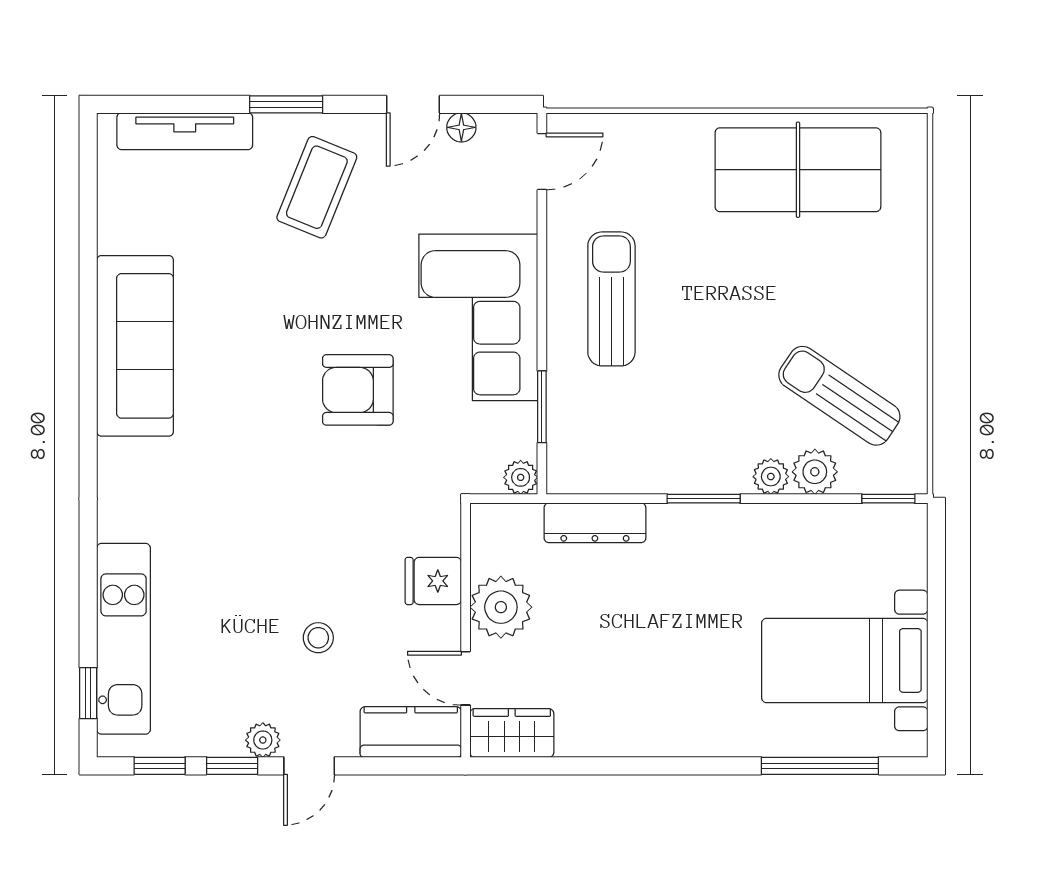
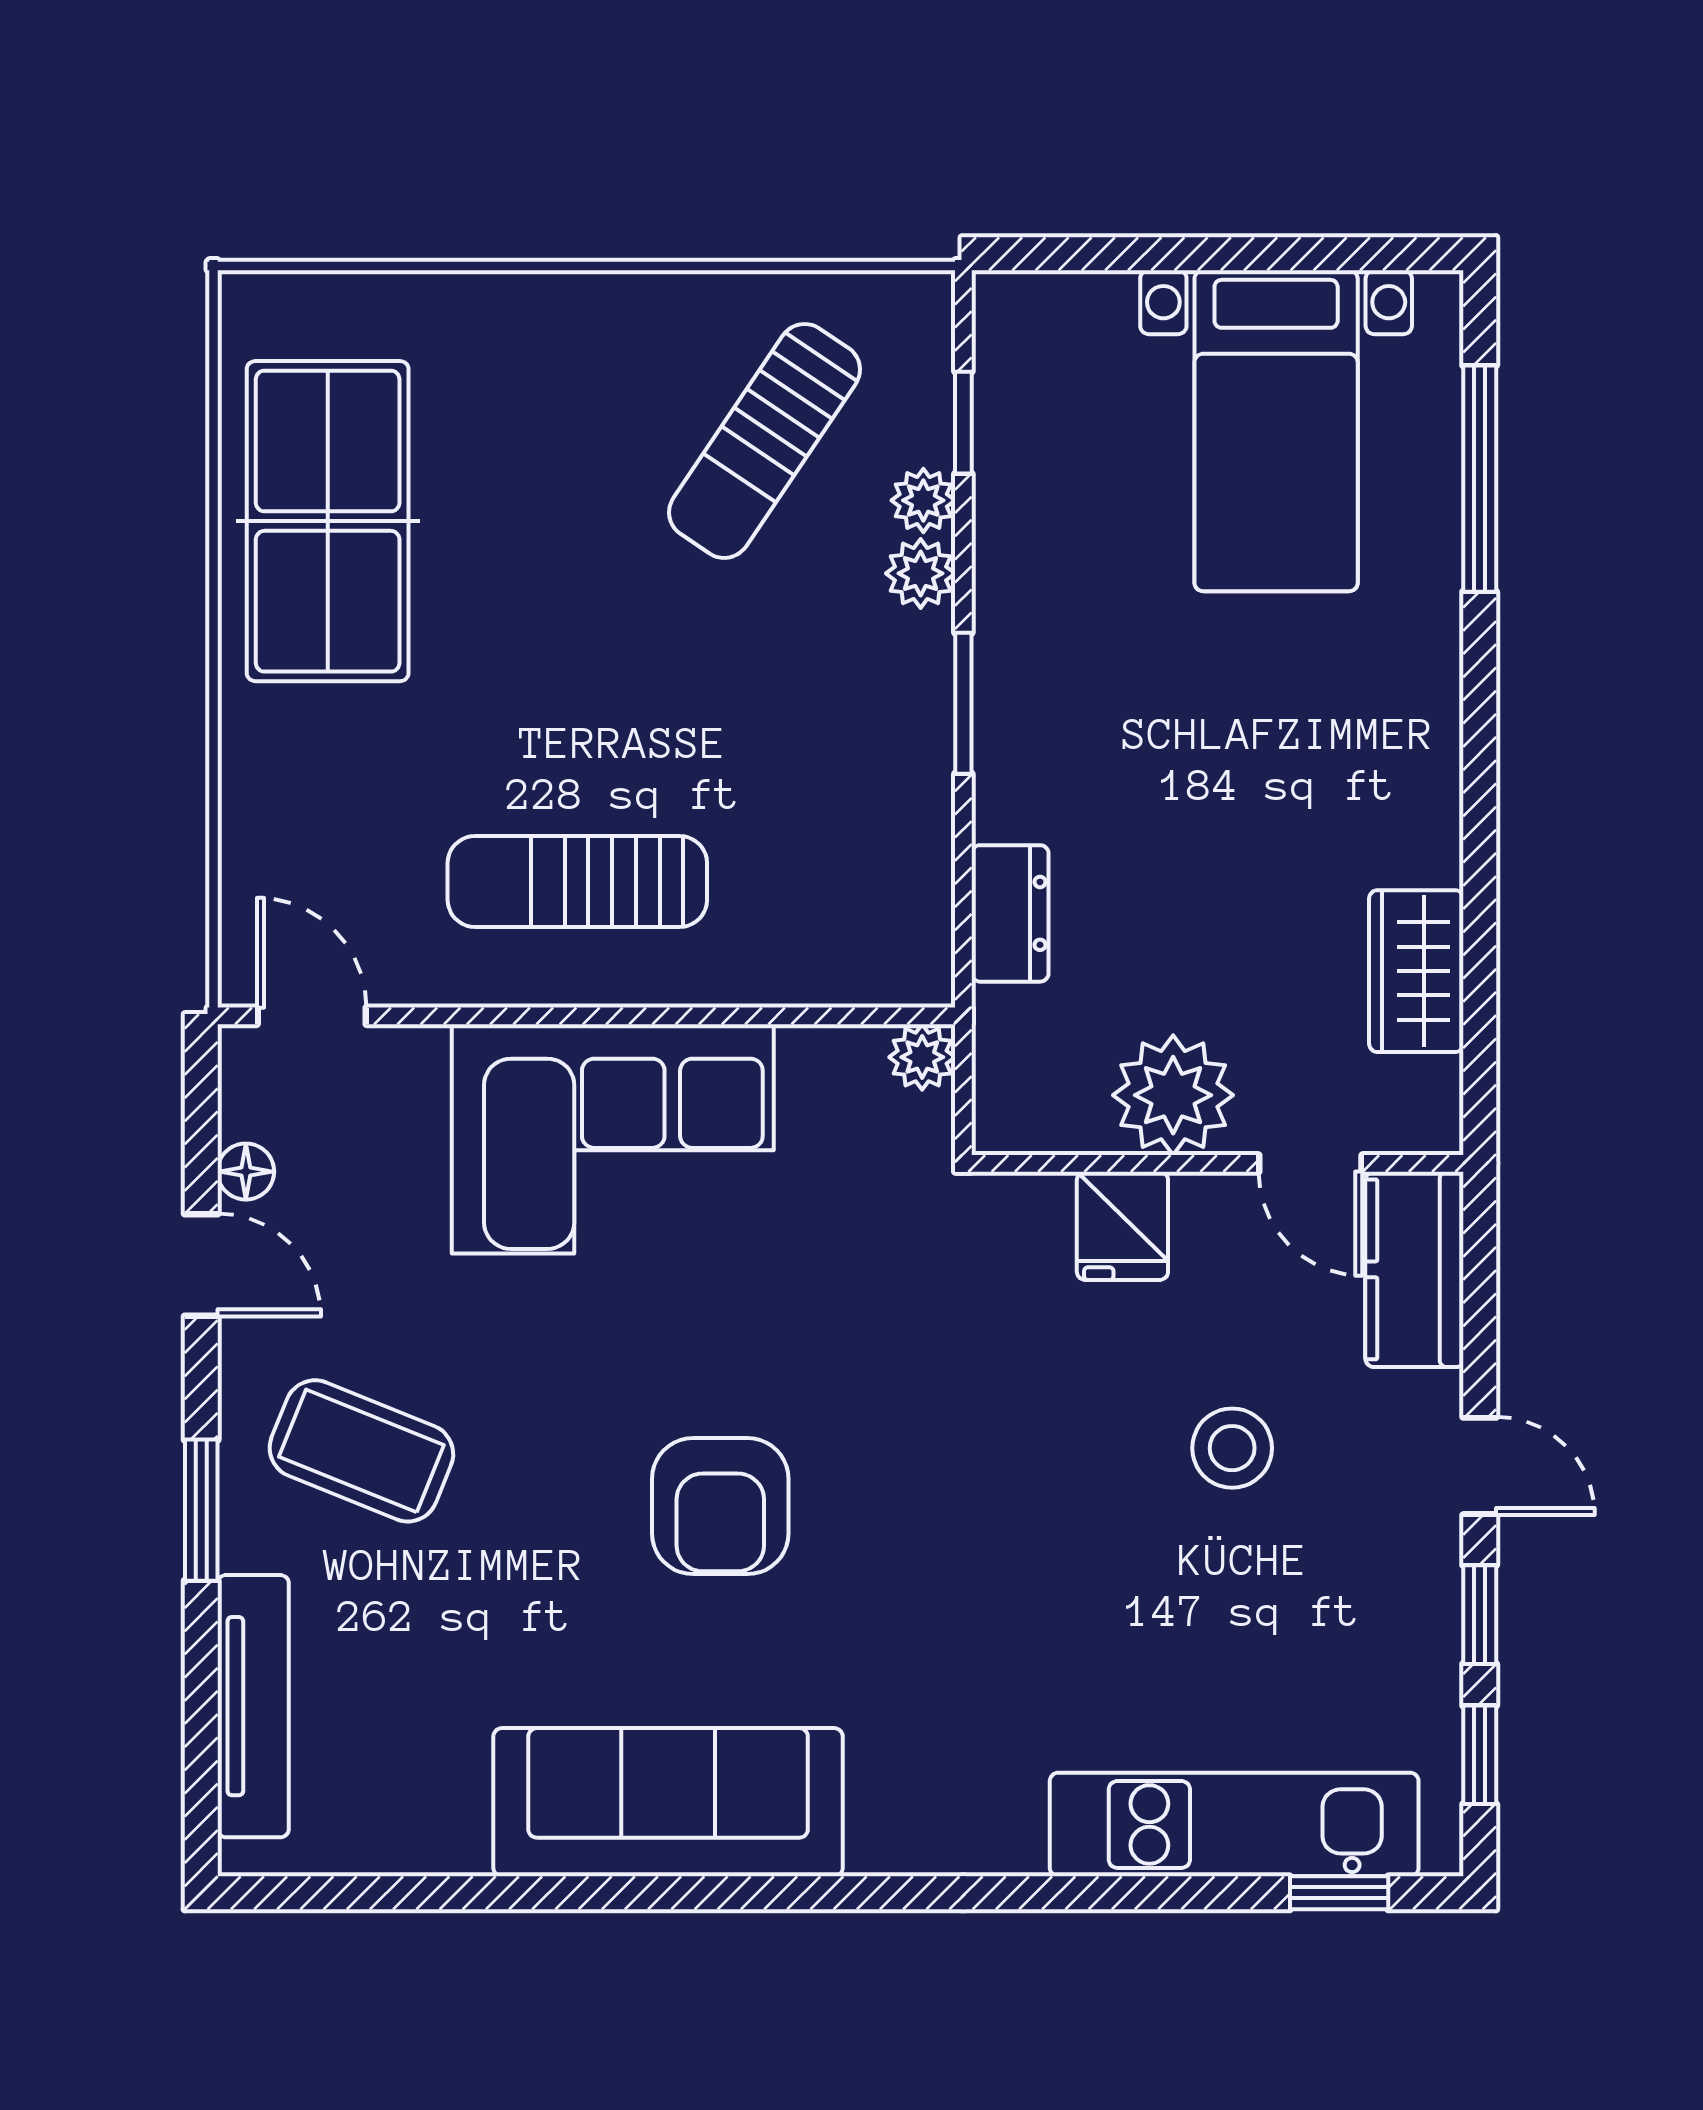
armchair: (358, 390) -> (720, 1506), moved
window: (542, 407) -> (786, 1016), removed
plant: (815, 472) -> (923, 500), width x0.73, depth x0.73
window: (888, 499) -> (963, 423), moved
dresser: (595, 523) -> (1010, 913), width x0.70
stool: (318, 638) -> (1232, 1448), width x1.37, depth x1.37
door: (466, 678) -> (1310, 1163), hinge flipped
wardrobe: (512, 733) -> (1416, 971), moved
plant: (263, 740) -> (1430, 1555), removed

